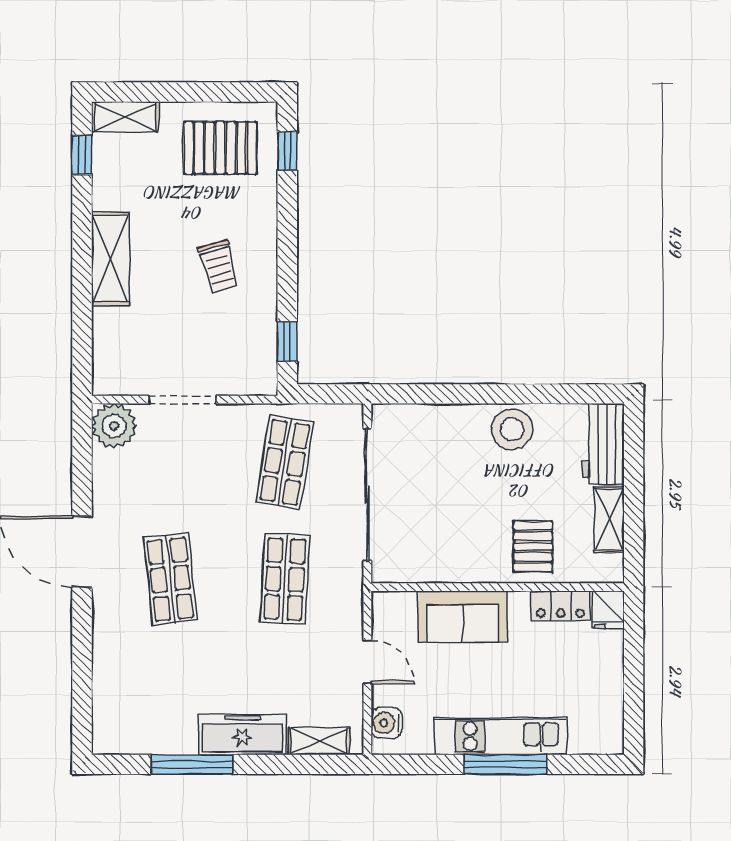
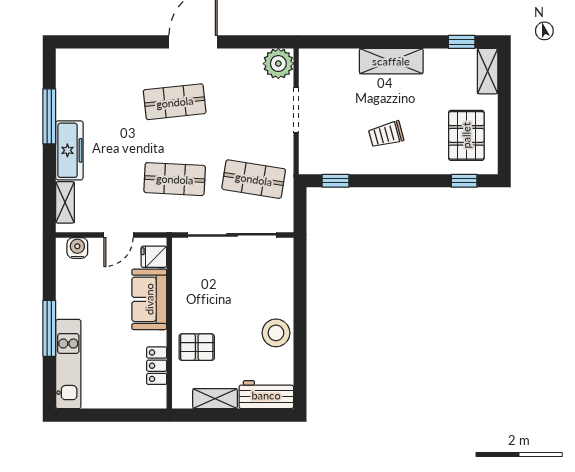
fridge: (608, 610) -> (154, 257), moved
kitchen unit: (500, 736) -> (68, 364), moved

